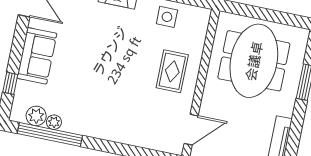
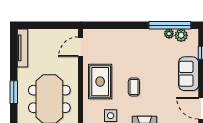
coffee table: (123, 53) -> (134, 87), added
rug: (172, 71) -> (100, 82), width x1.36, depth x1.43

